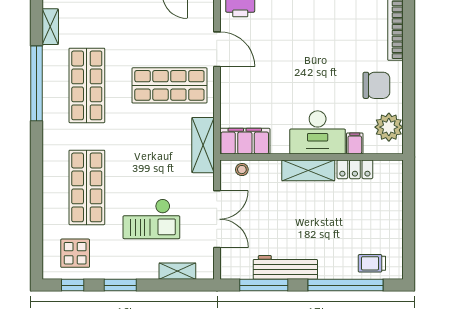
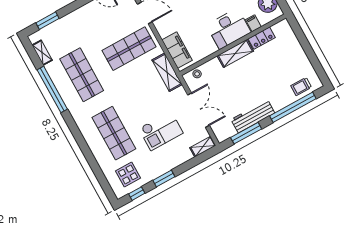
filing cabinet: (245, 141) -> (177, 50), moved, turned 90
shelving: (177, 271) -> (203, 147), moved

